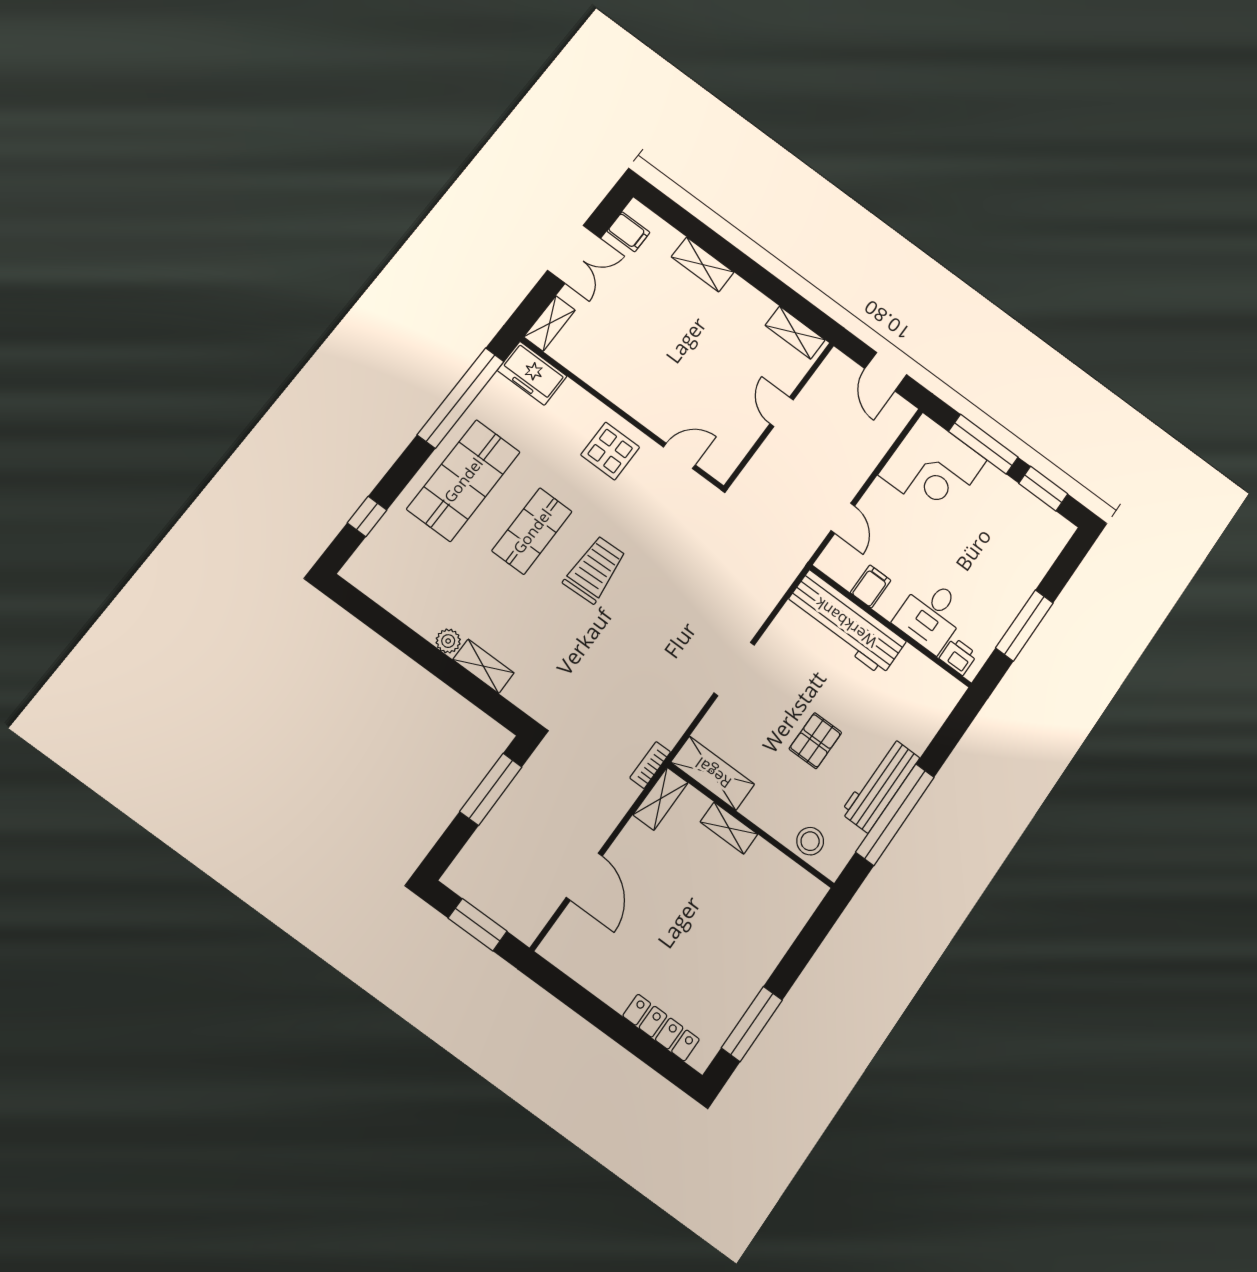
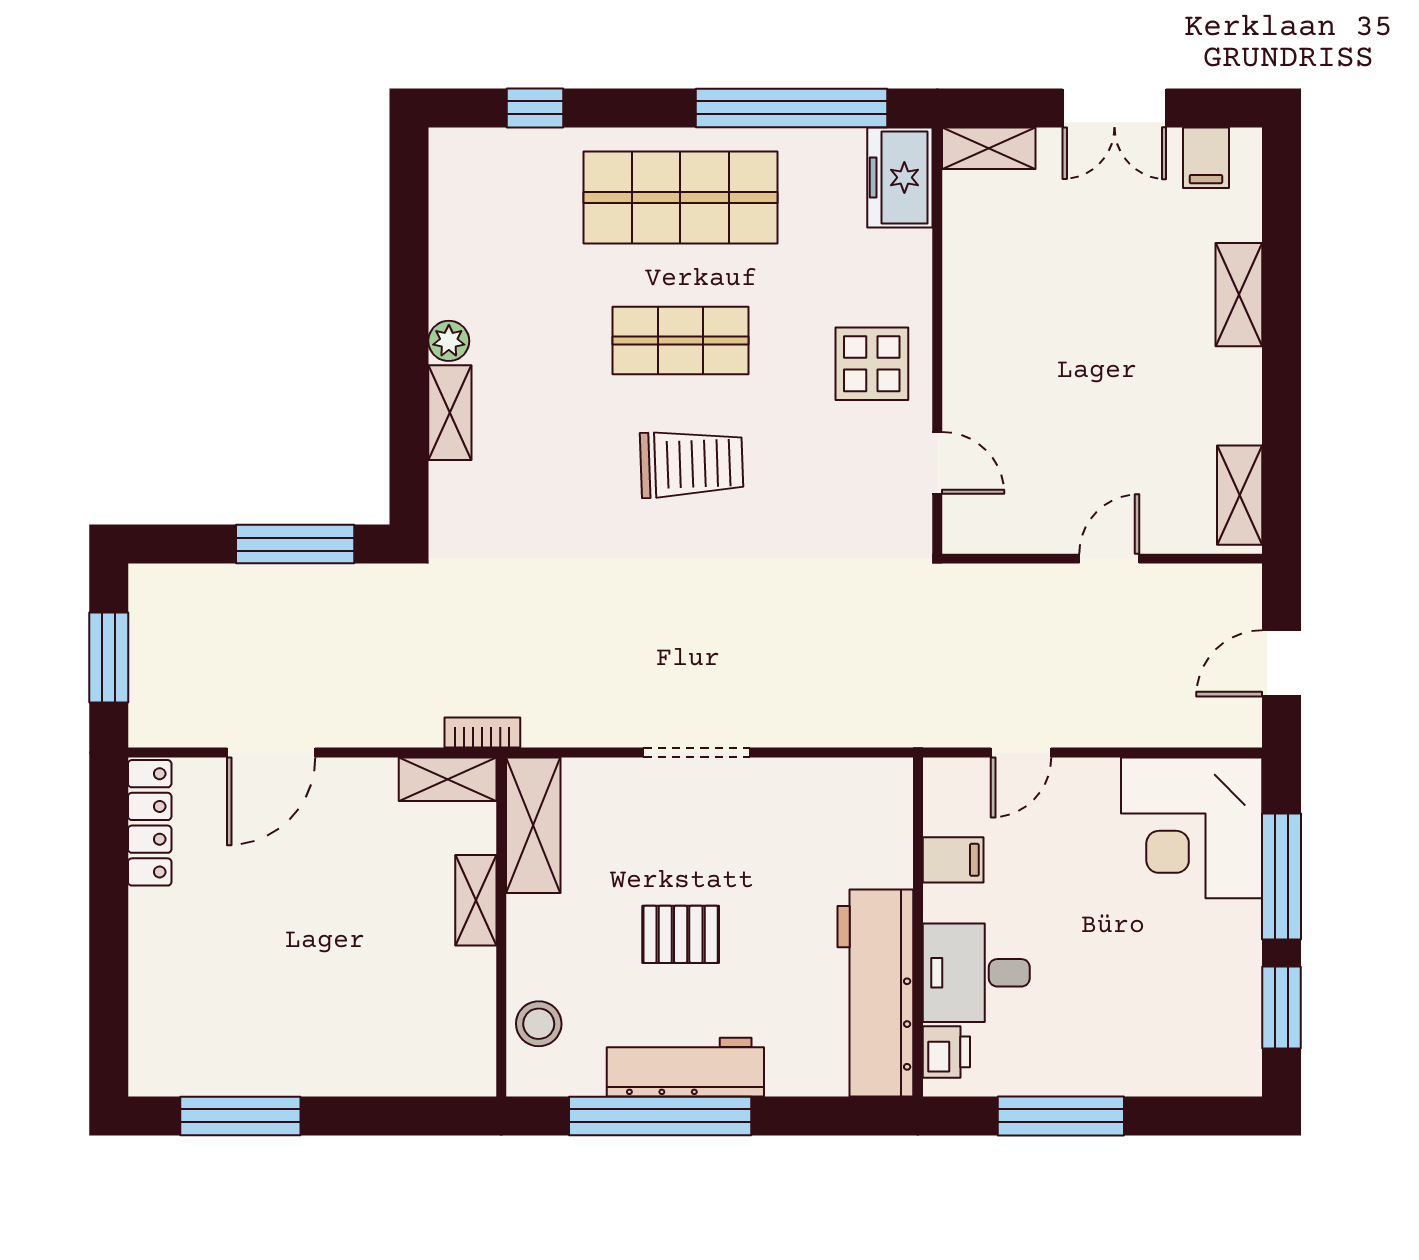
workbench: (846, 623) -> (875, 993), moved
locker: (661, 1028) -> (150, 823), moved

